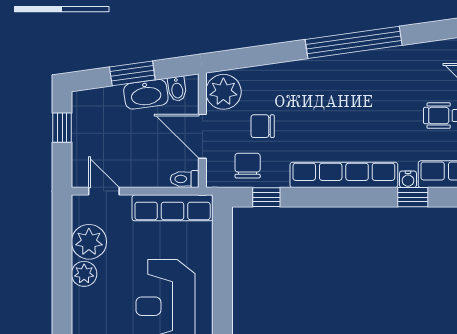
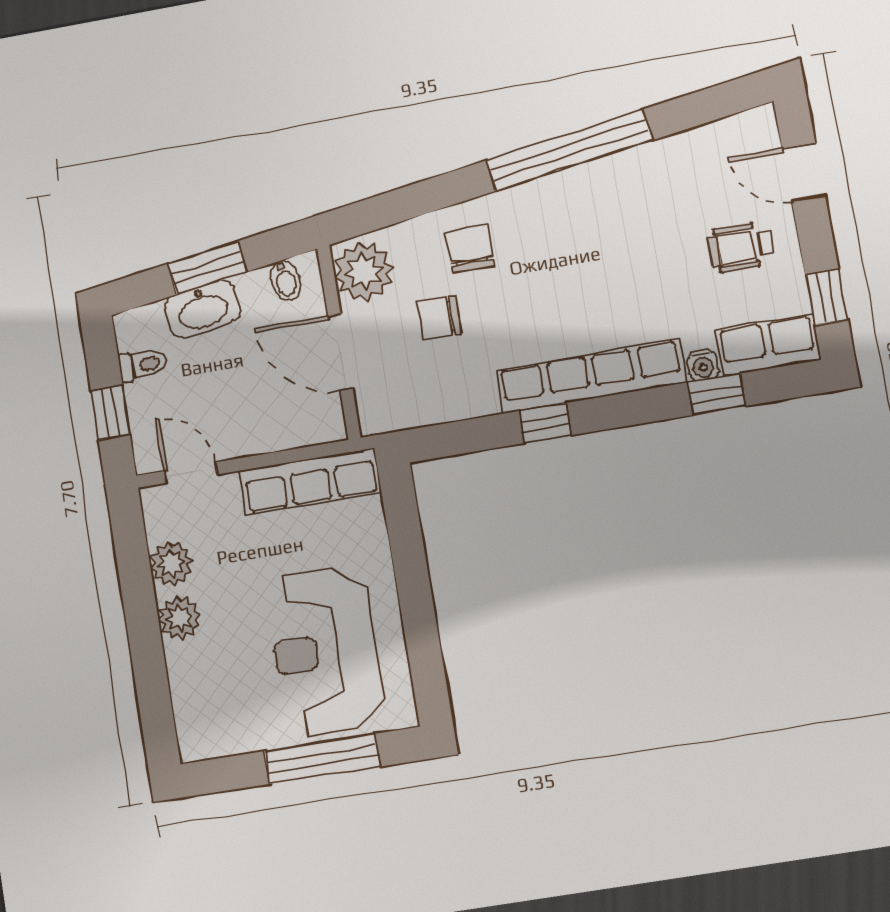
washbasin: (146, 94) -> (203, 309), moved
window: (62, 128) -> (110, 413), moved
chair: (248, 166) -> (470, 249), moved
toilet: (185, 179) -> (143, 365), moved, turned 180
window: (266, 197) -> (546, 423), moved
plant: (89, 242) -> (171, 564), width x0.73, depth x0.73

